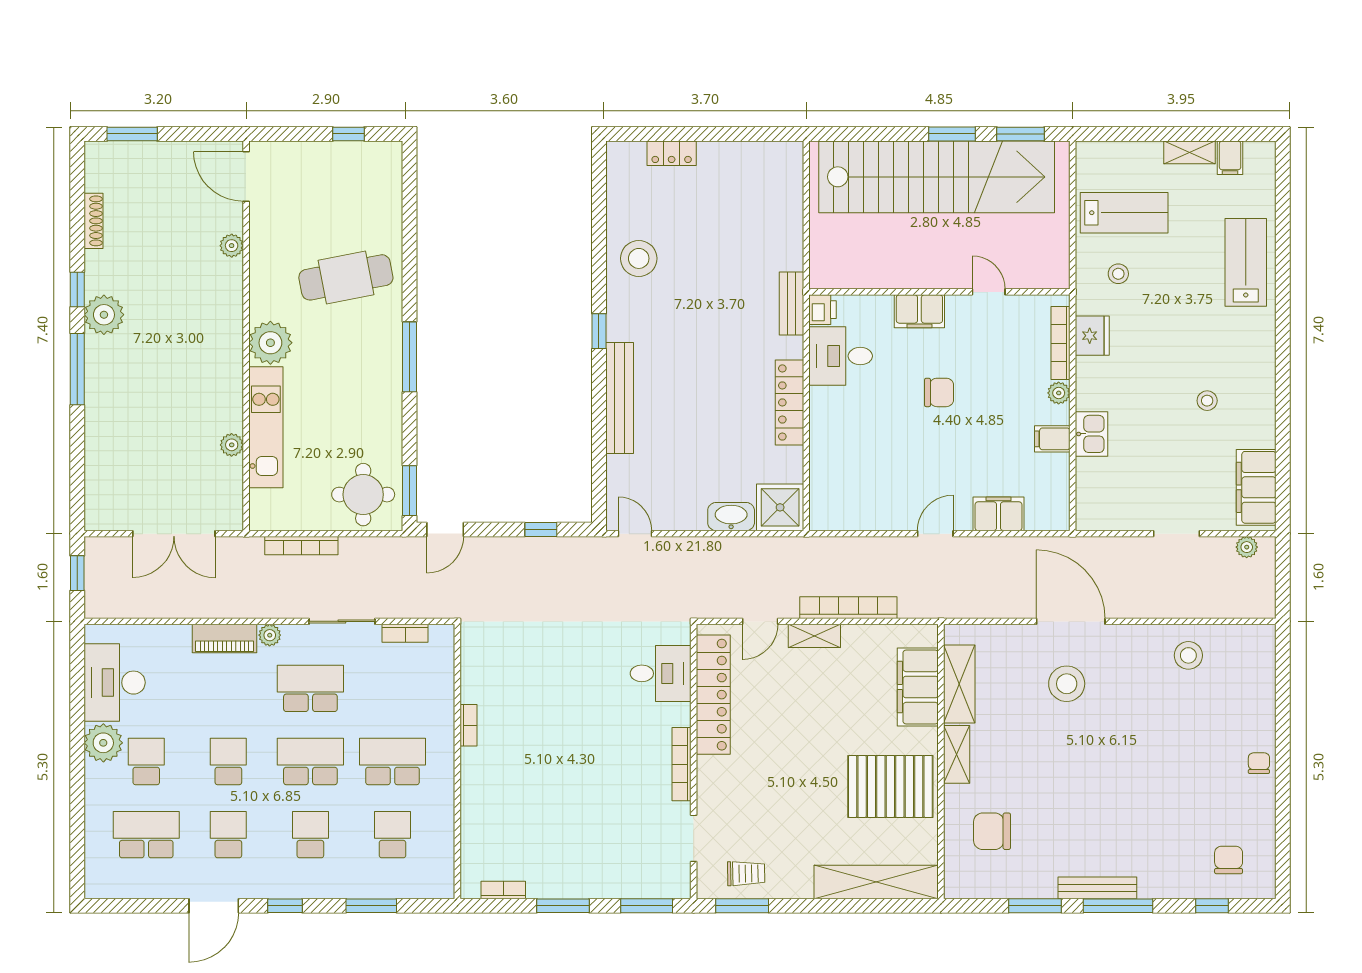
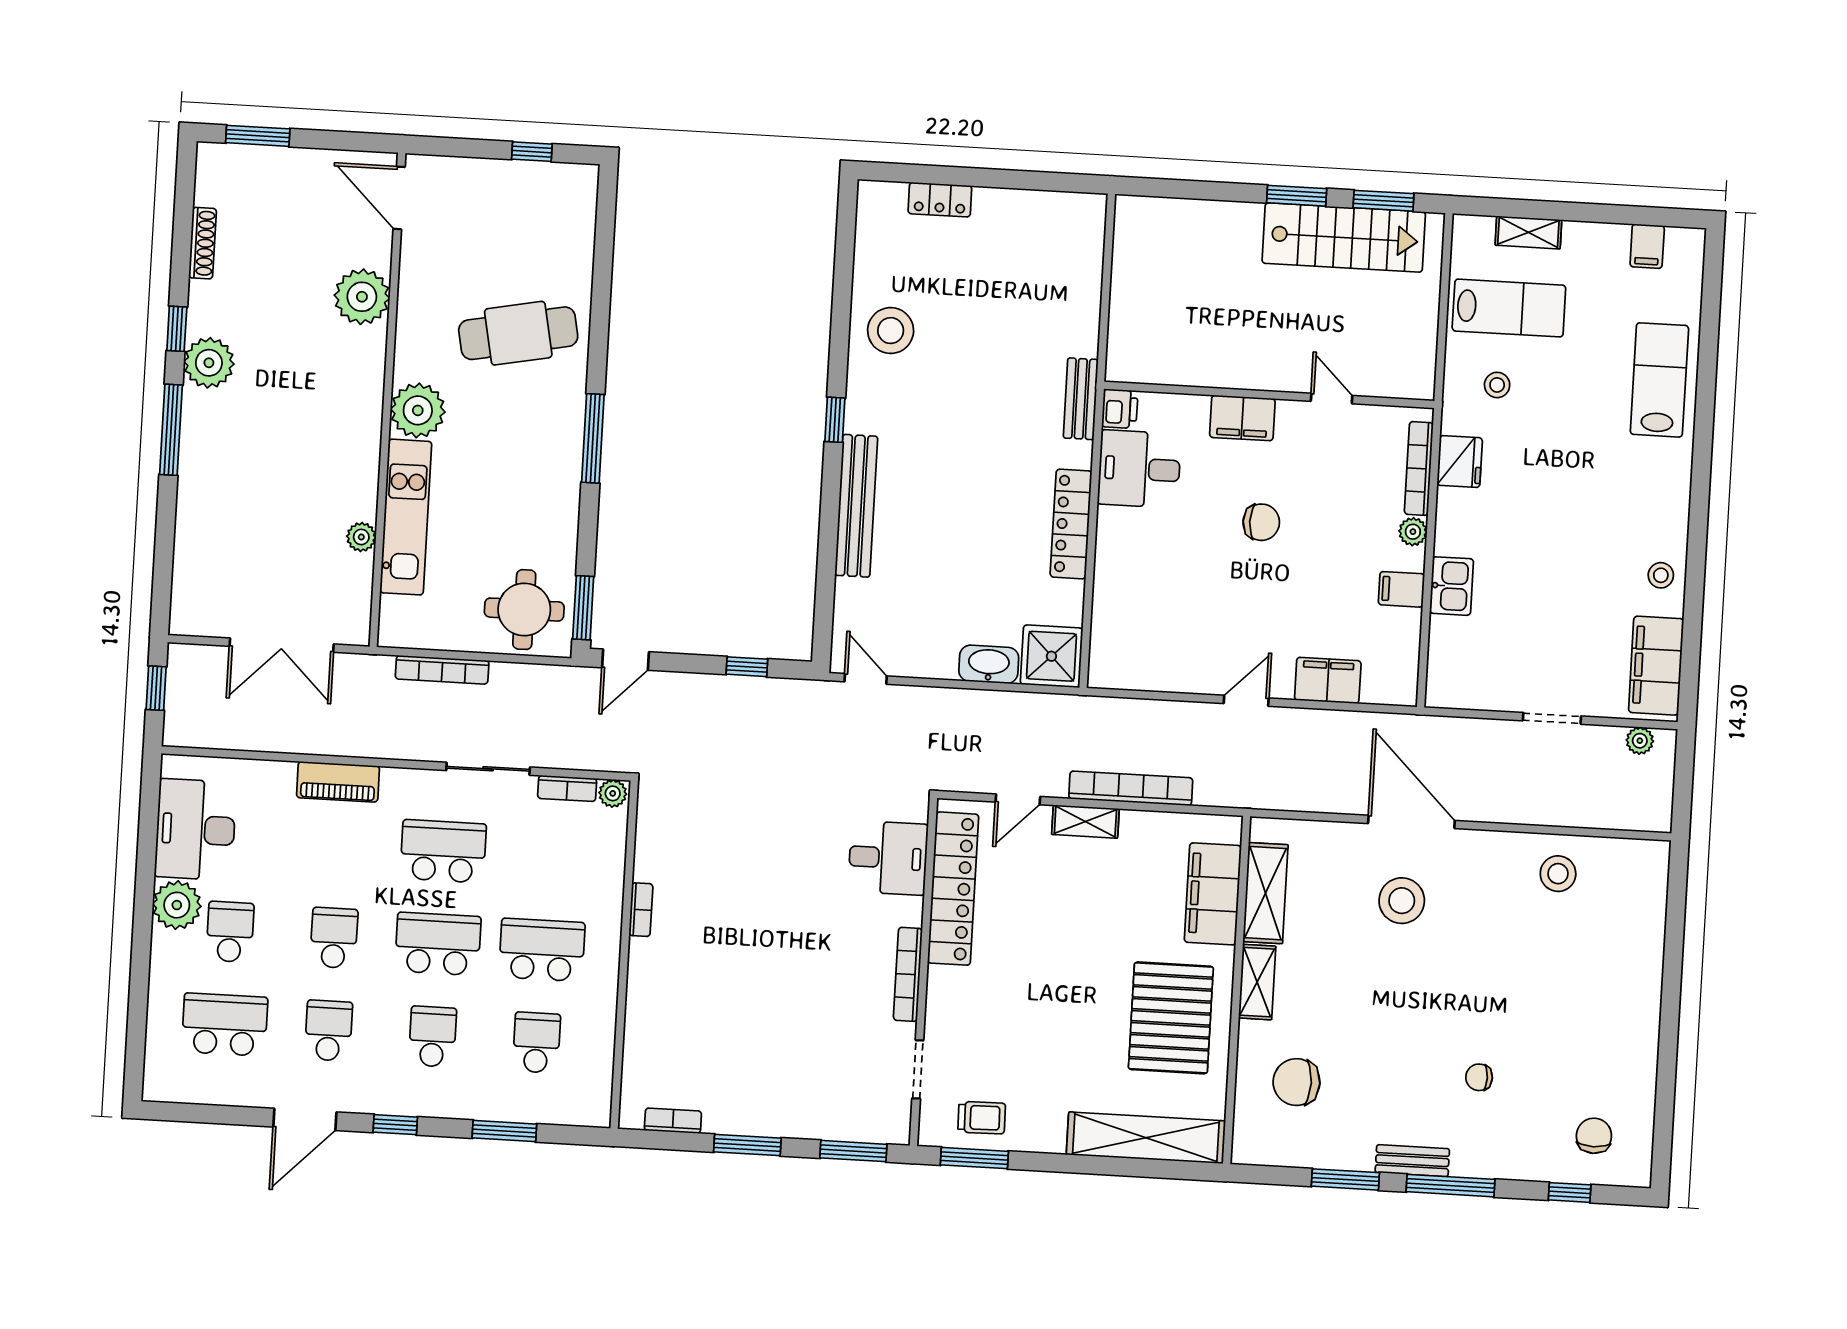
shelving: (1190, 152) -> (1528, 232), moved
stairs: (937, 177) -> (1344, 238), width x0.54, depth x0.66
plant: (232, 246) -> (362, 297), width x1.88, depth x1.88
stool: (1207, 401) -> (1661, 575), moved
plant: (270, 635) -> (613, 793), moved
chair: (1259, 763) -> (1479, 1077), moved, turned -90
pallet: (890, 786) -> (1171, 1018), turned 90
bench: (1097, 888) -> (1412, 1161), width x0.73

